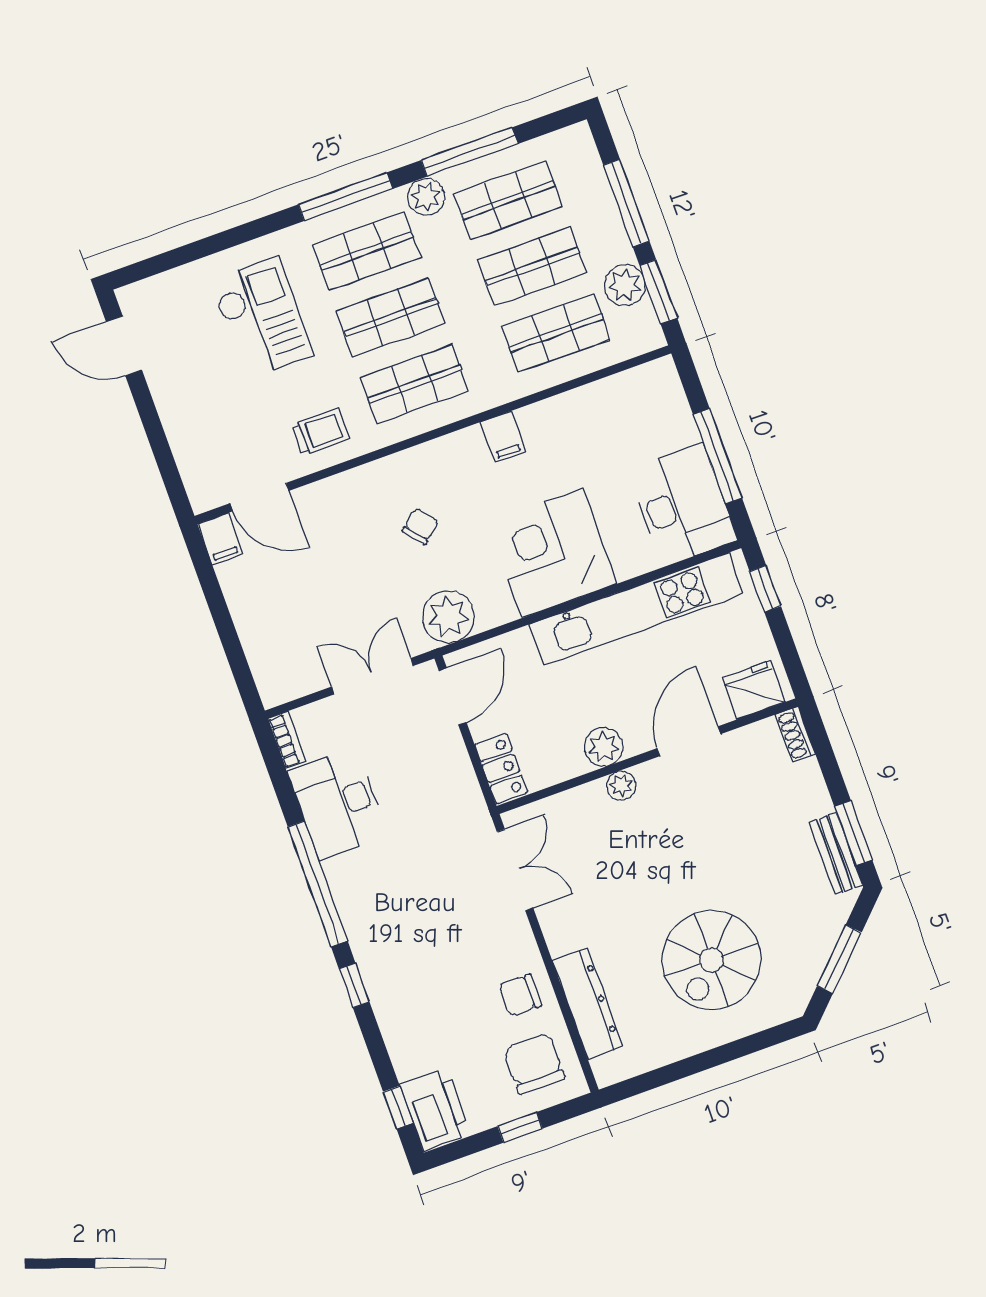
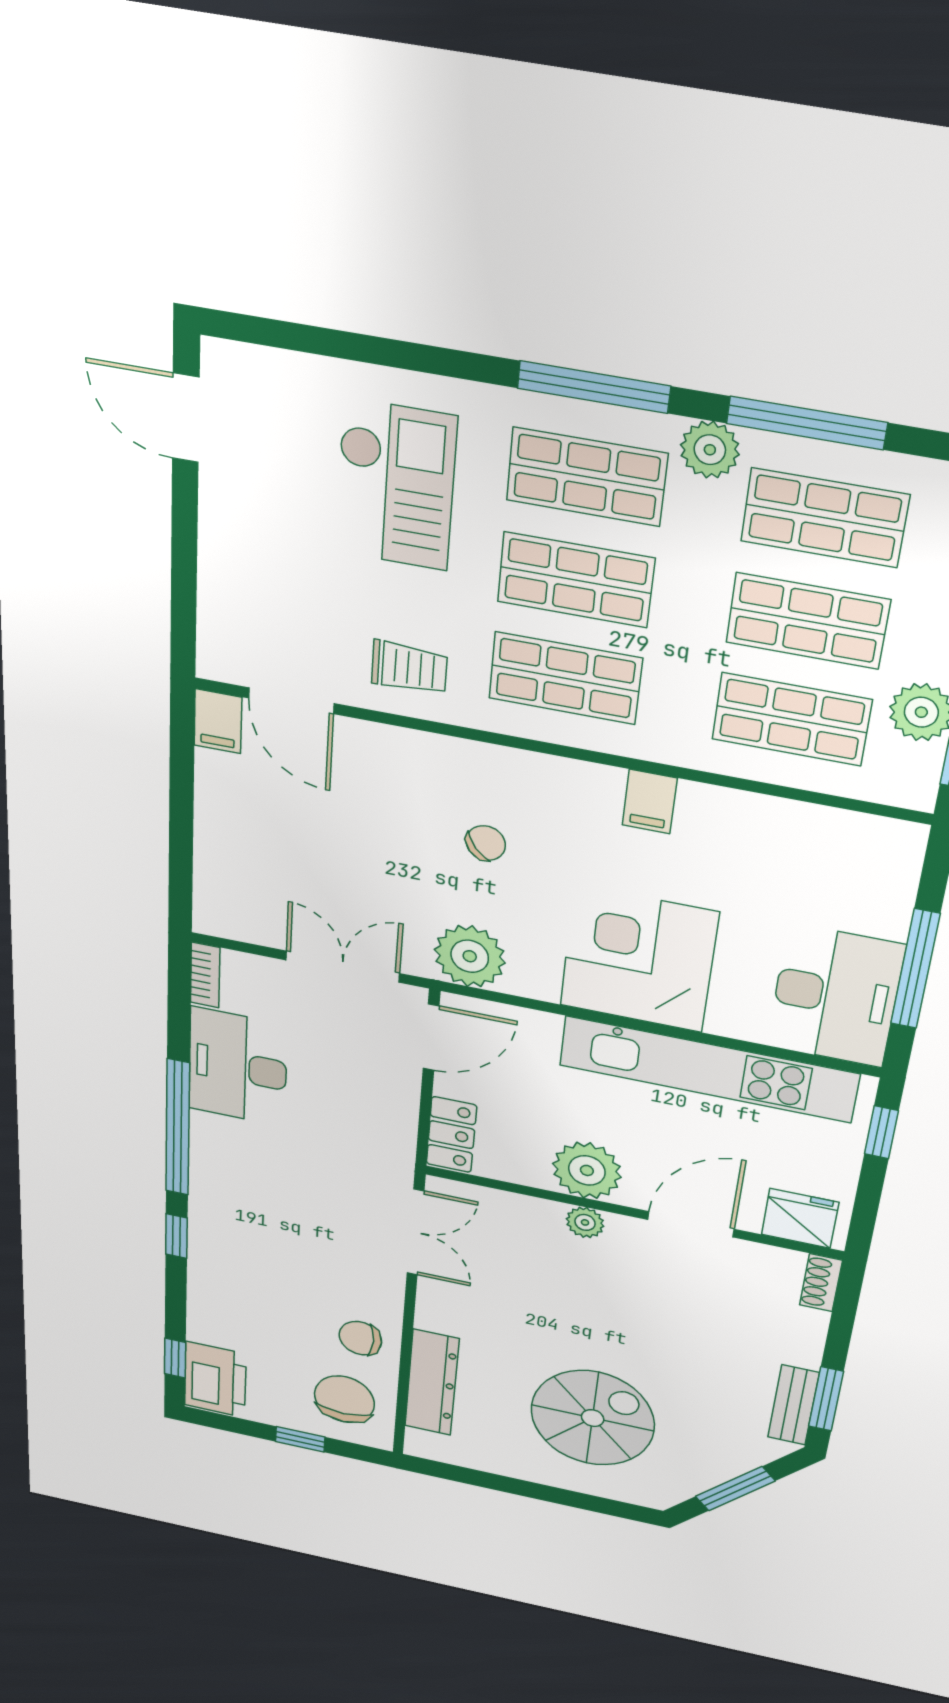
plant: (604, 747) -> (587, 1170), width x1.36, depth x1.36
spiral stairs: (711, 960) -> (593, 1418), turned 180

